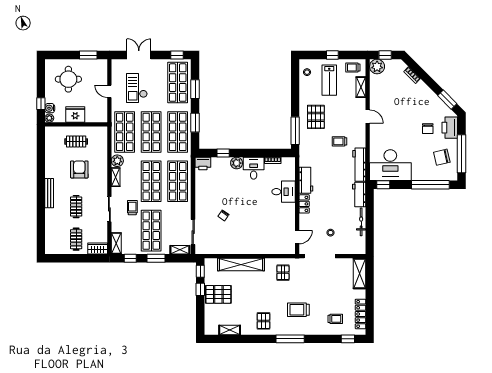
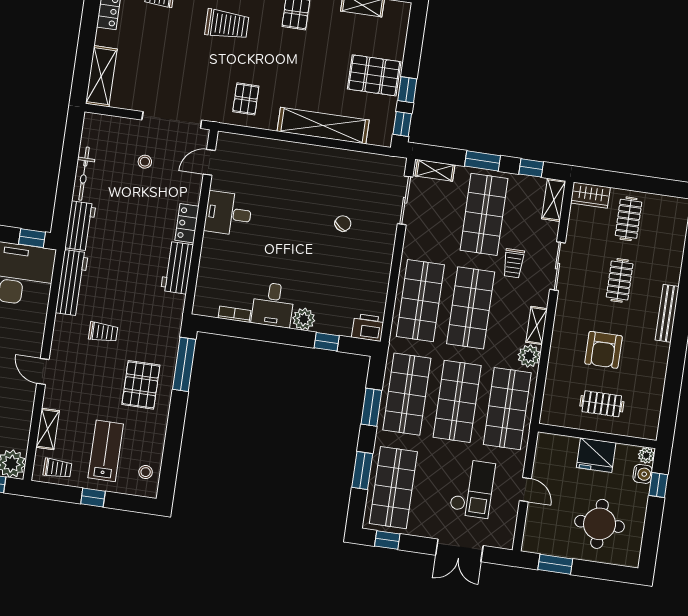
desk: (284, 192) -> (228, 214), moved

